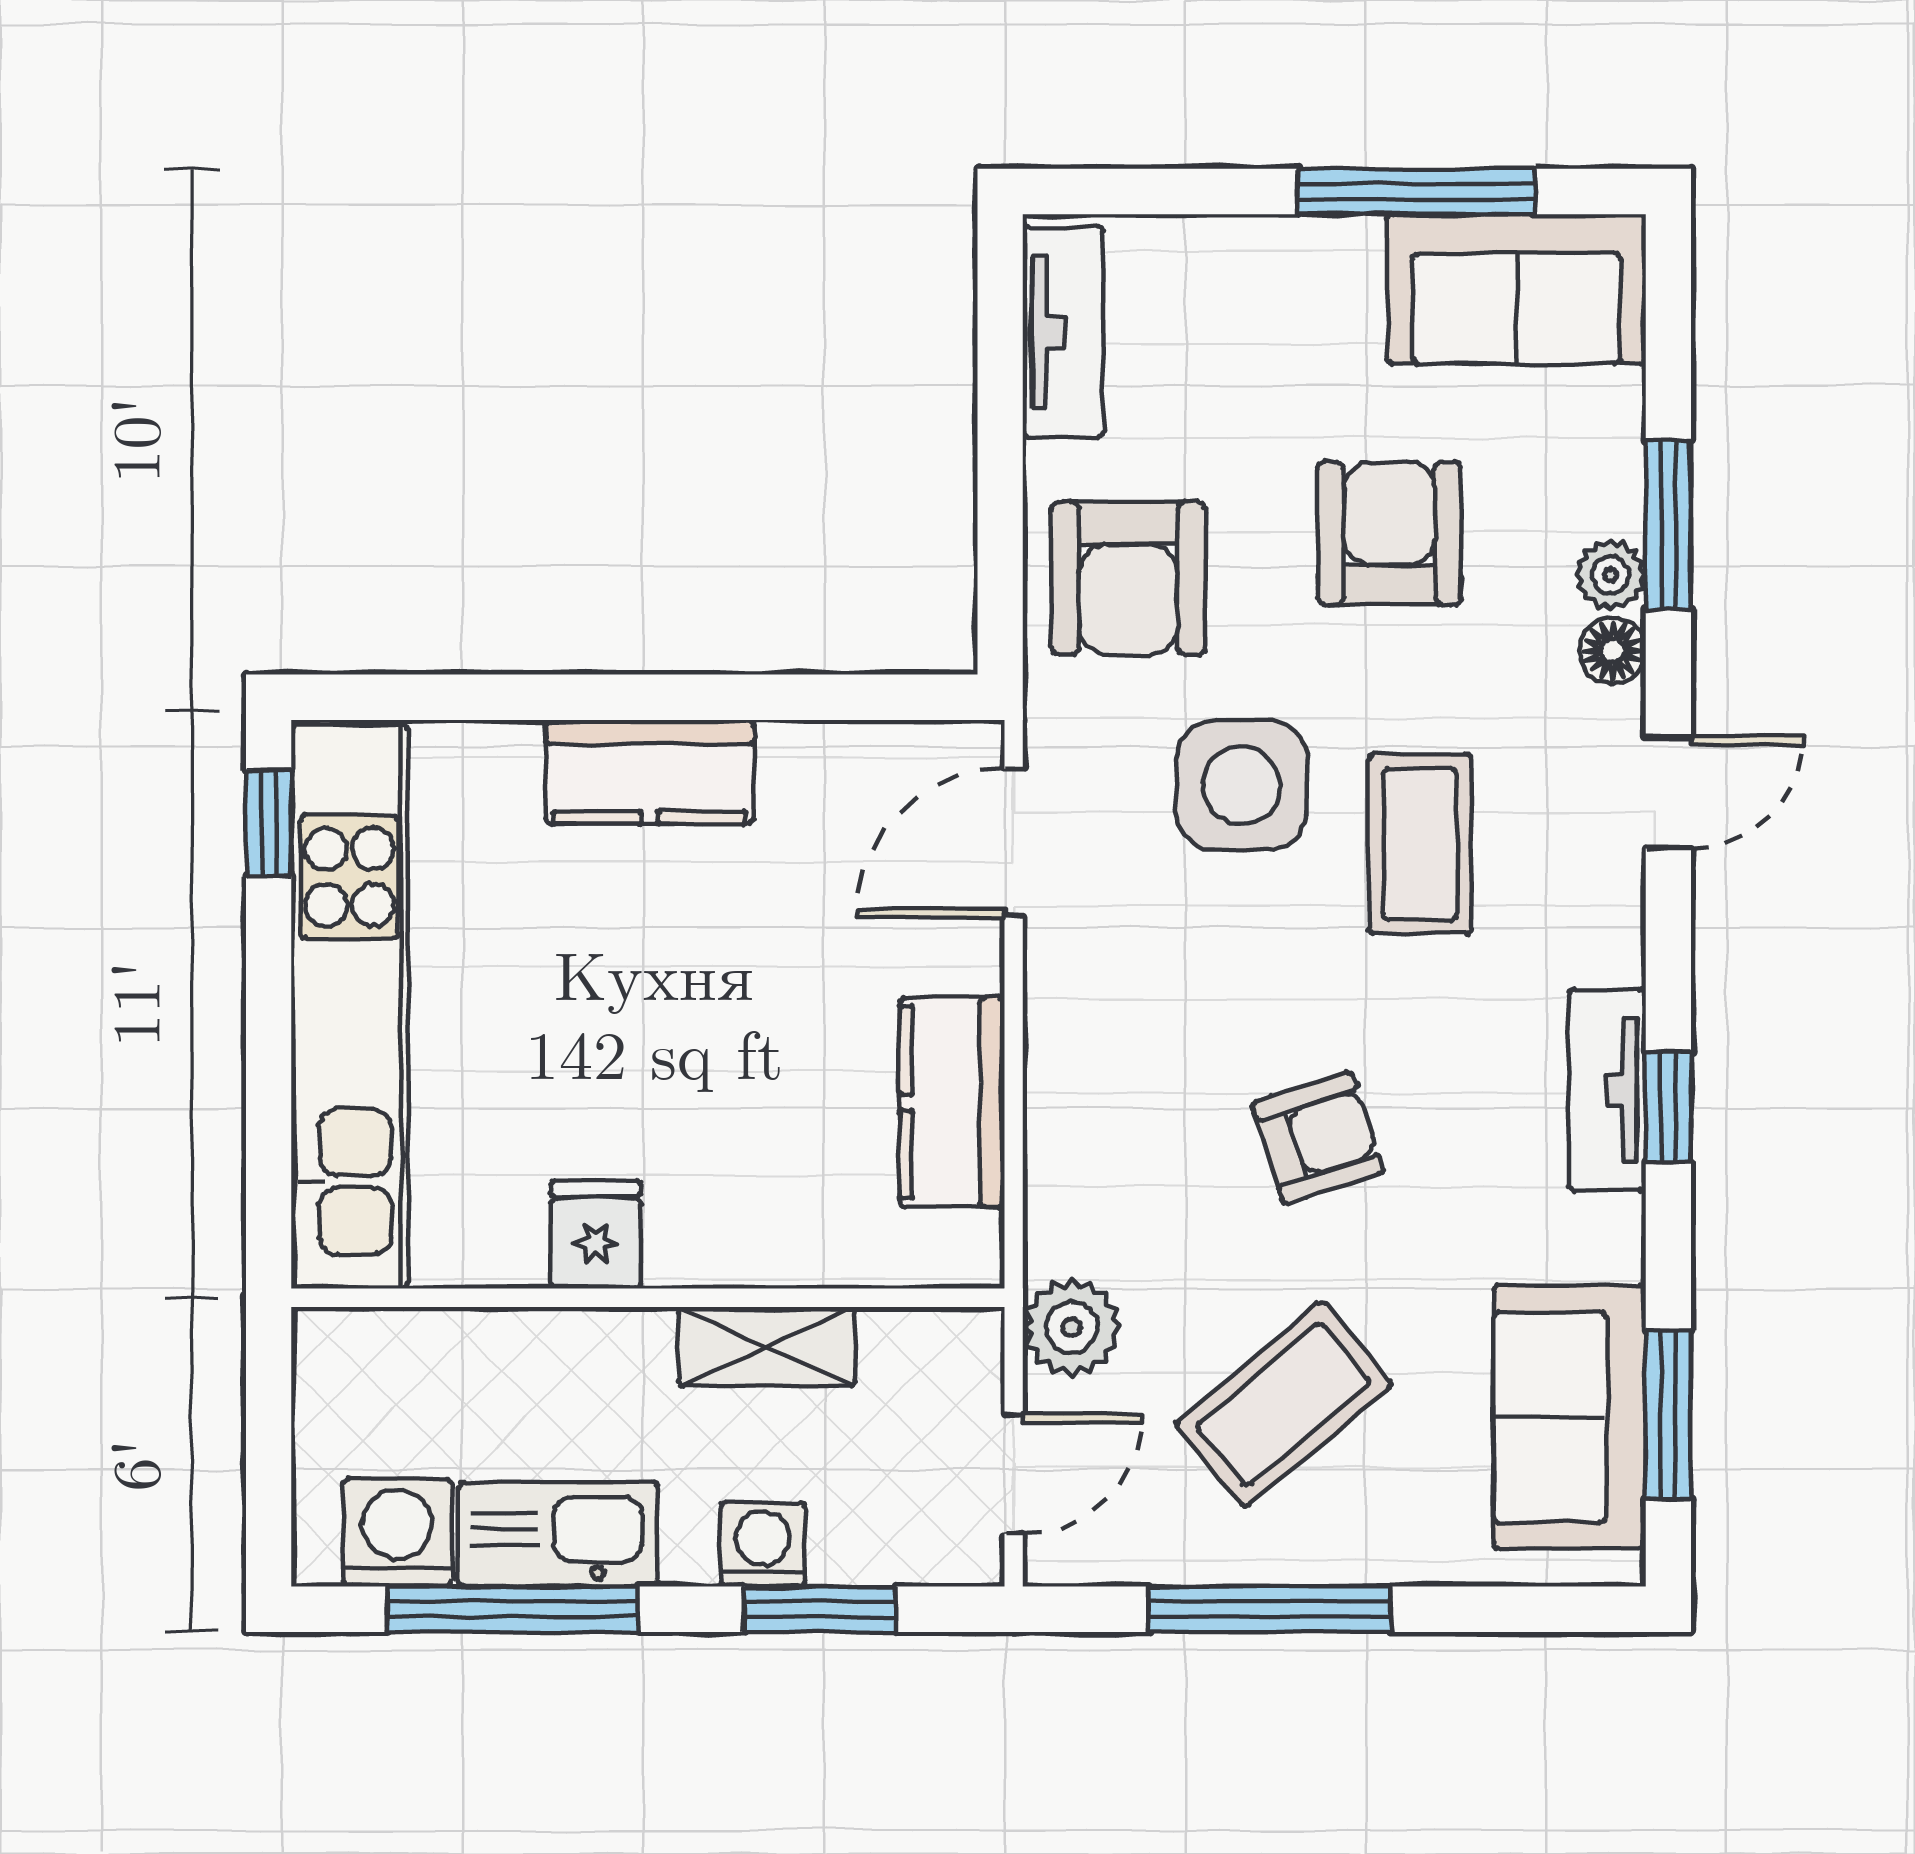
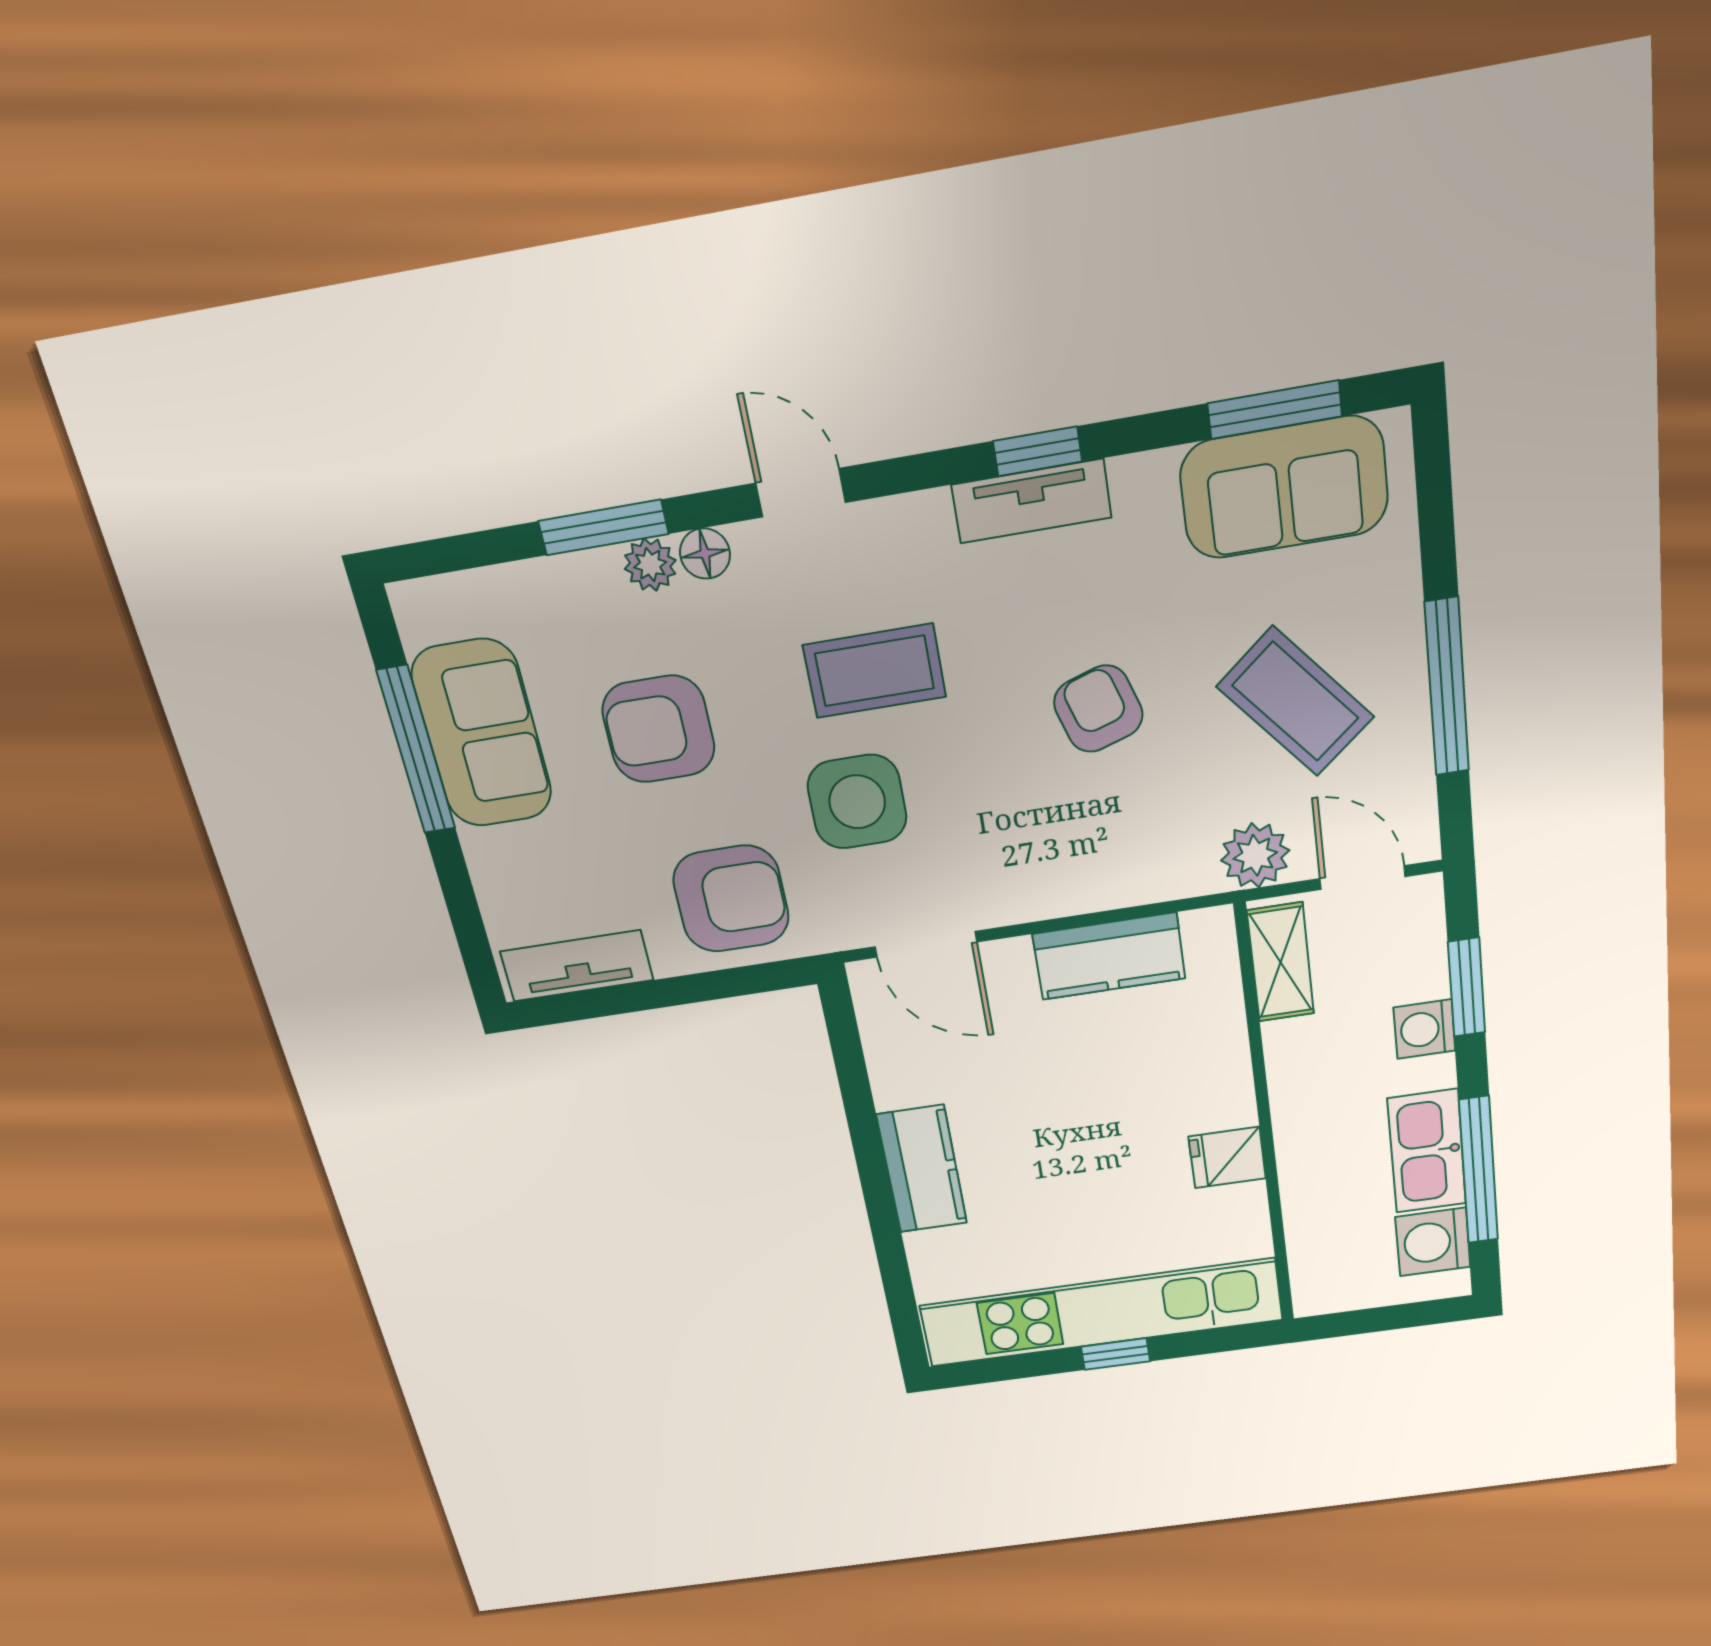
sofa: (1516, 289) -> (482, 734), moved
window: (269, 823) -> (1116, 1354), moved
shelving: (766, 1347) -> (1281, 962), moved

